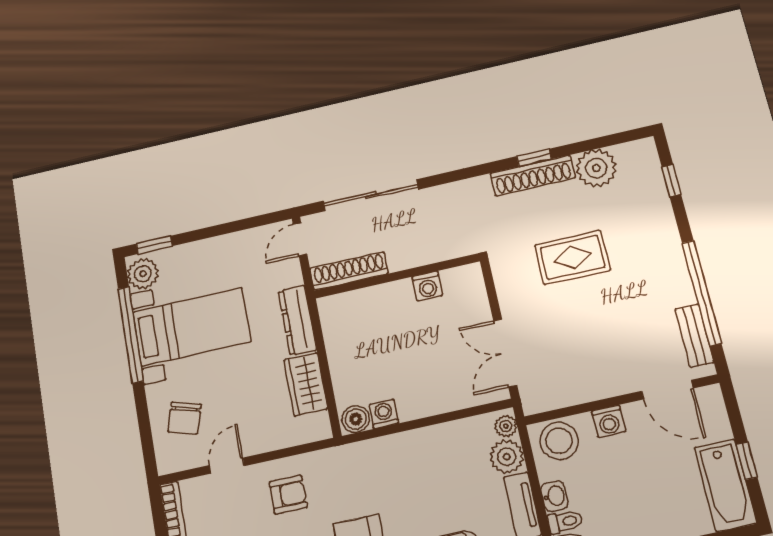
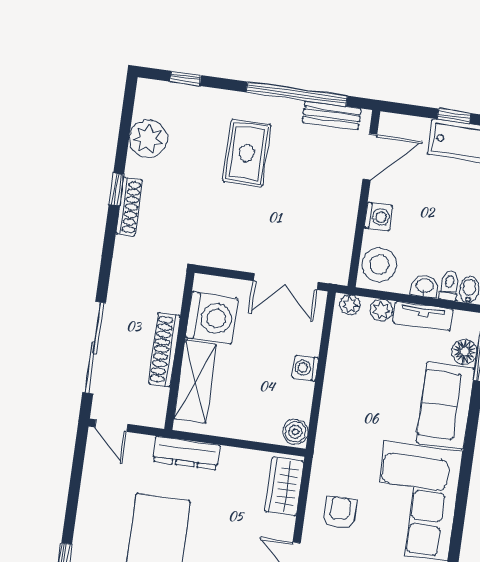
shoe rack: (533, 176) -> (129, 207), width x0.74, depth x0.81
rug: (572, 257) -> (247, 153), moved
shoe rack: (349, 271) -> (164, 349), moved
washing machine: (427, 286) -> (212, 318), width x1.89, depth x1.89
shelving: (372, 302) -> (195, 382), added
wardrobe: (306, 384) -> (284, 486), moved, turned 90
washing machine: (384, 414) -> (305, 368), moved
plant: (507, 457) -> (381, 310), width x0.73, depth x0.73

